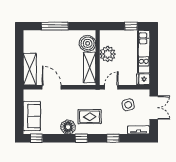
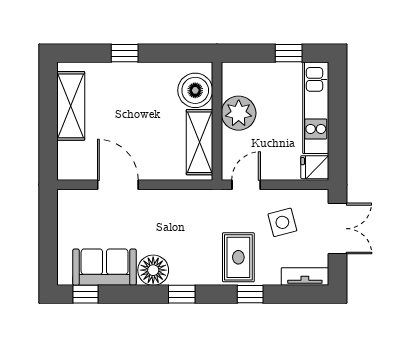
window: (55, 26) -> (125, 53), width x0.46
shelving: (30, 69) -> (71, 106), moved
sofa: (32, 116) -> (105, 267), moved, turned -90
rug: (90, 117) -> (238, 257), moved, turned 90

